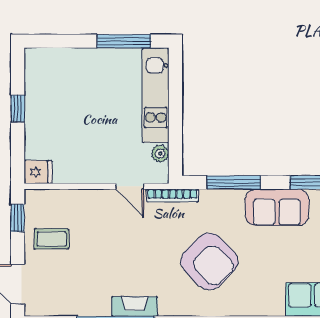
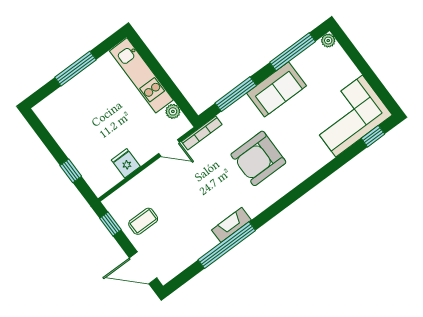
window: (124, 41) -> (75, 69), moved
window: (18, 108) -> (71, 171), moved
fridge: (38, 172) -> (126, 163), moved, turned -90
armchair: (209, 261) -> (258, 158), turned 135

